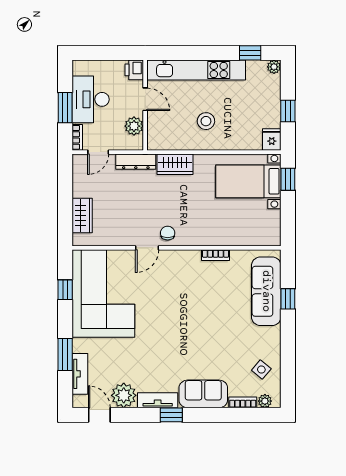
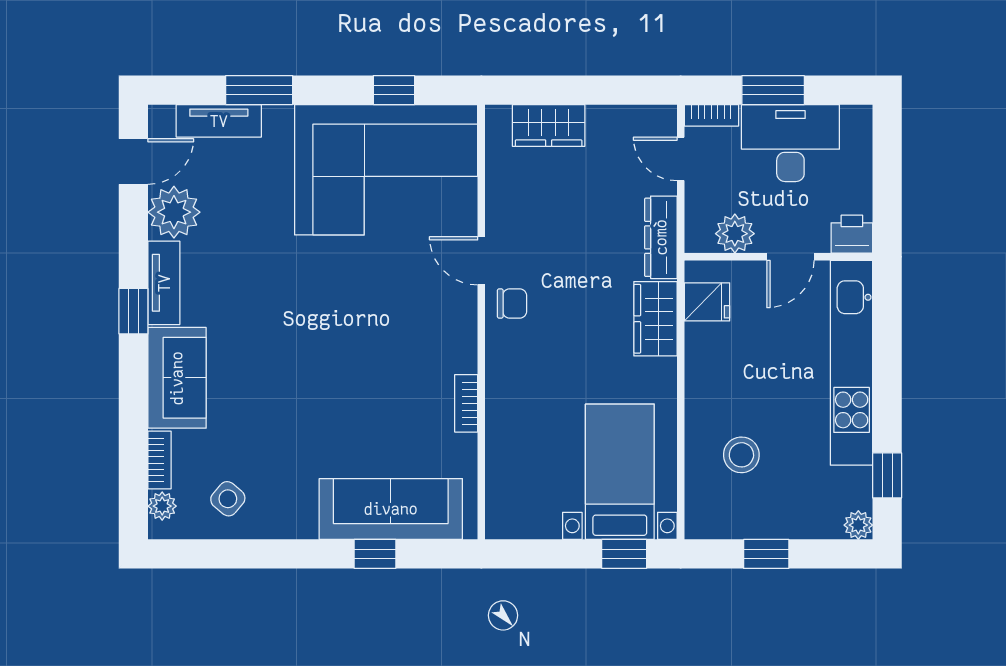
stool: (206, 121) -> (741, 455), moved
fridge: (272, 139) -> (707, 302), moved

